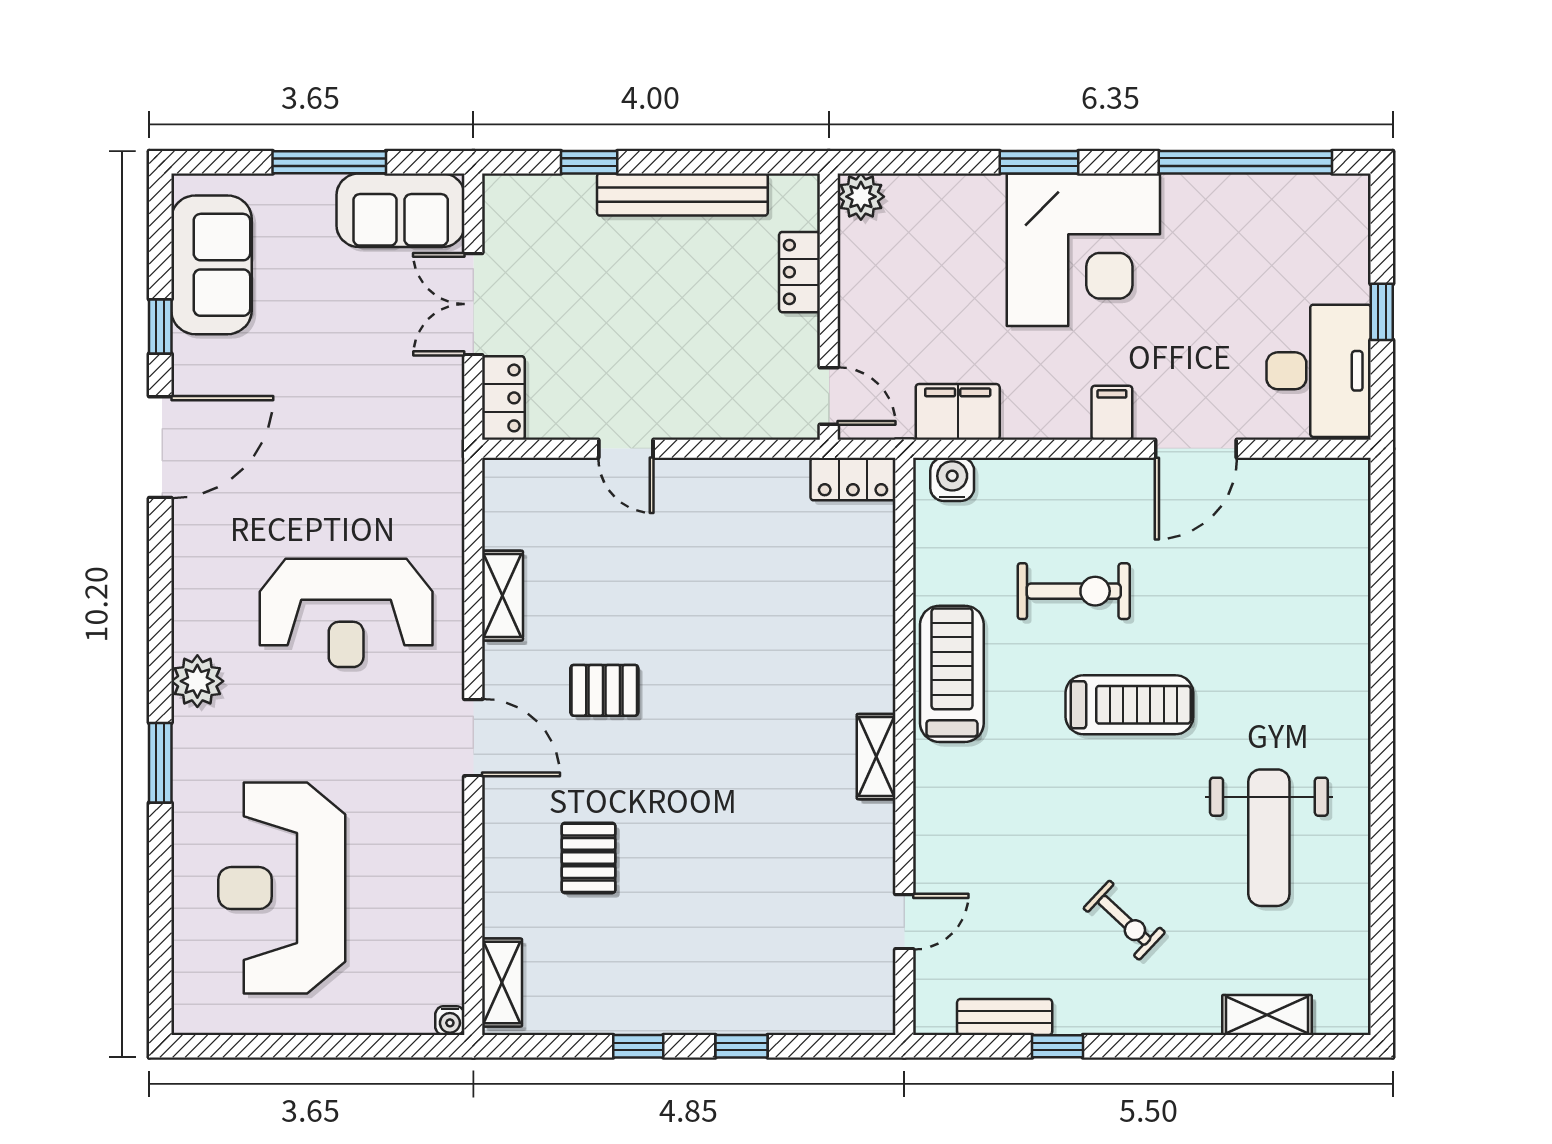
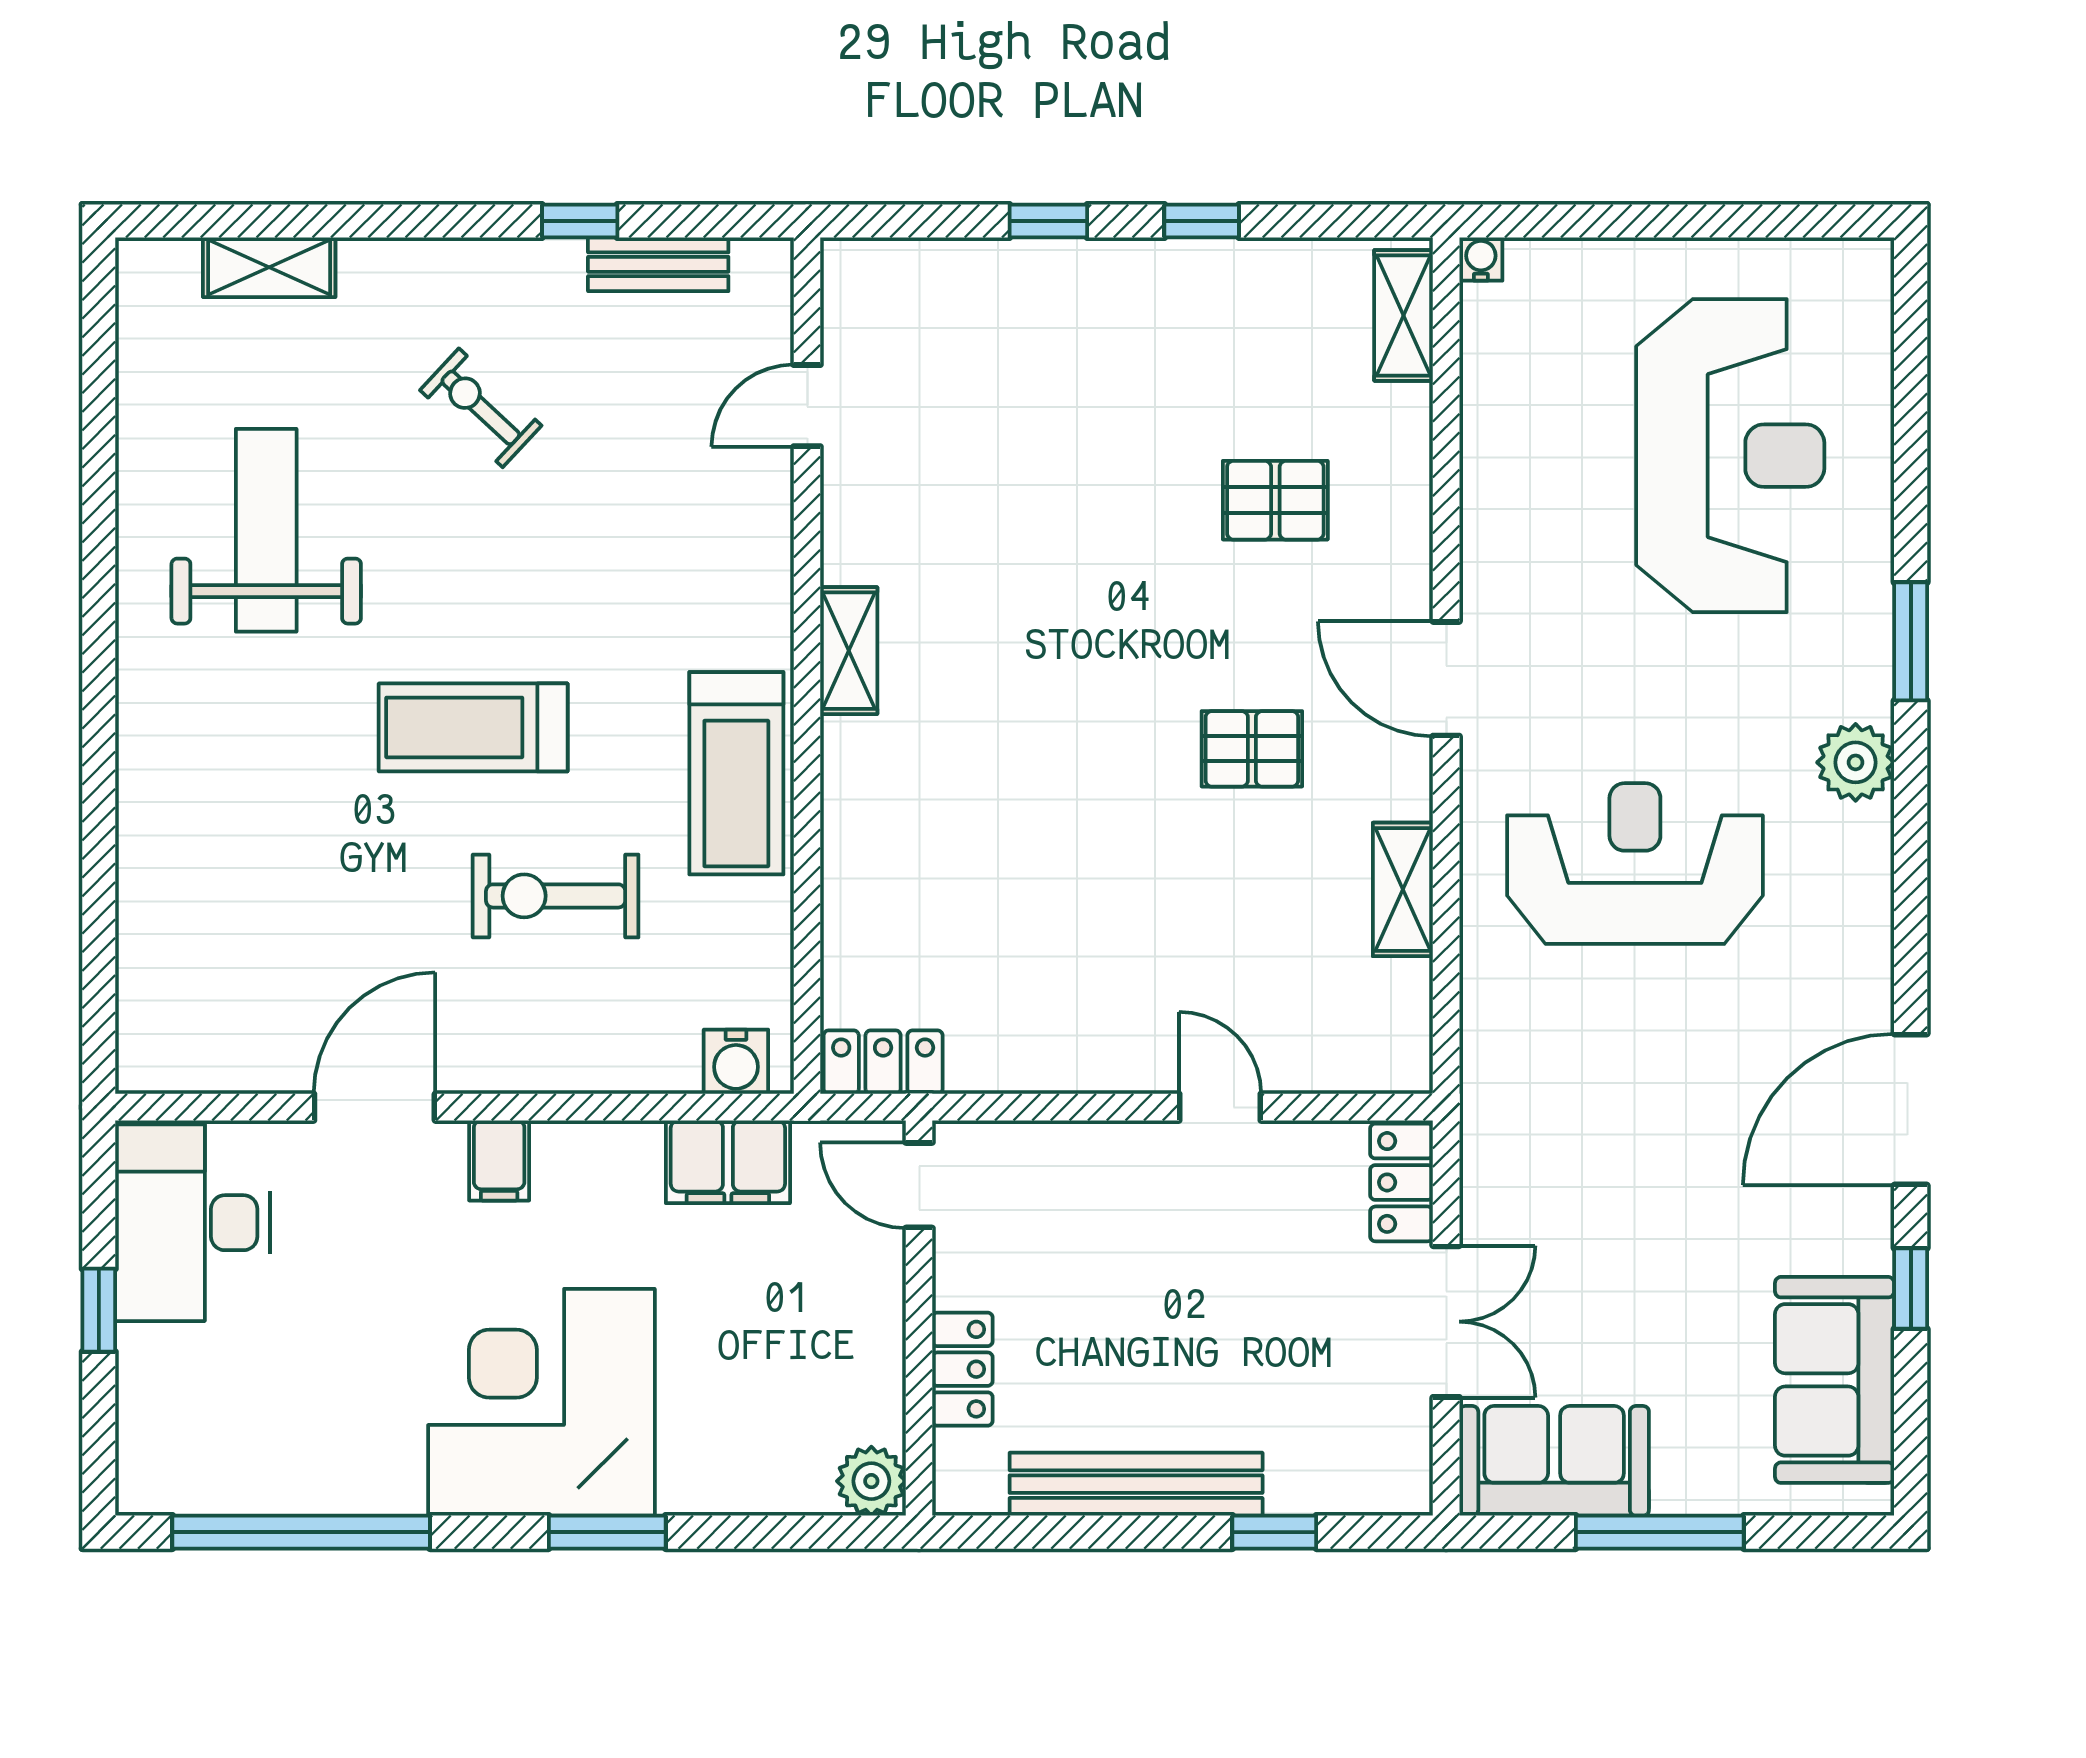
pallet: (589, 858) -> (1275, 500), turned 90

